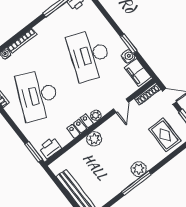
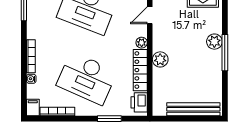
door: (121, 106) -> (150, 15), swing flipped
locker: (80, 126) -> (140, 70), width x1.53
window: (34, 152) -> (109, 119), moved

